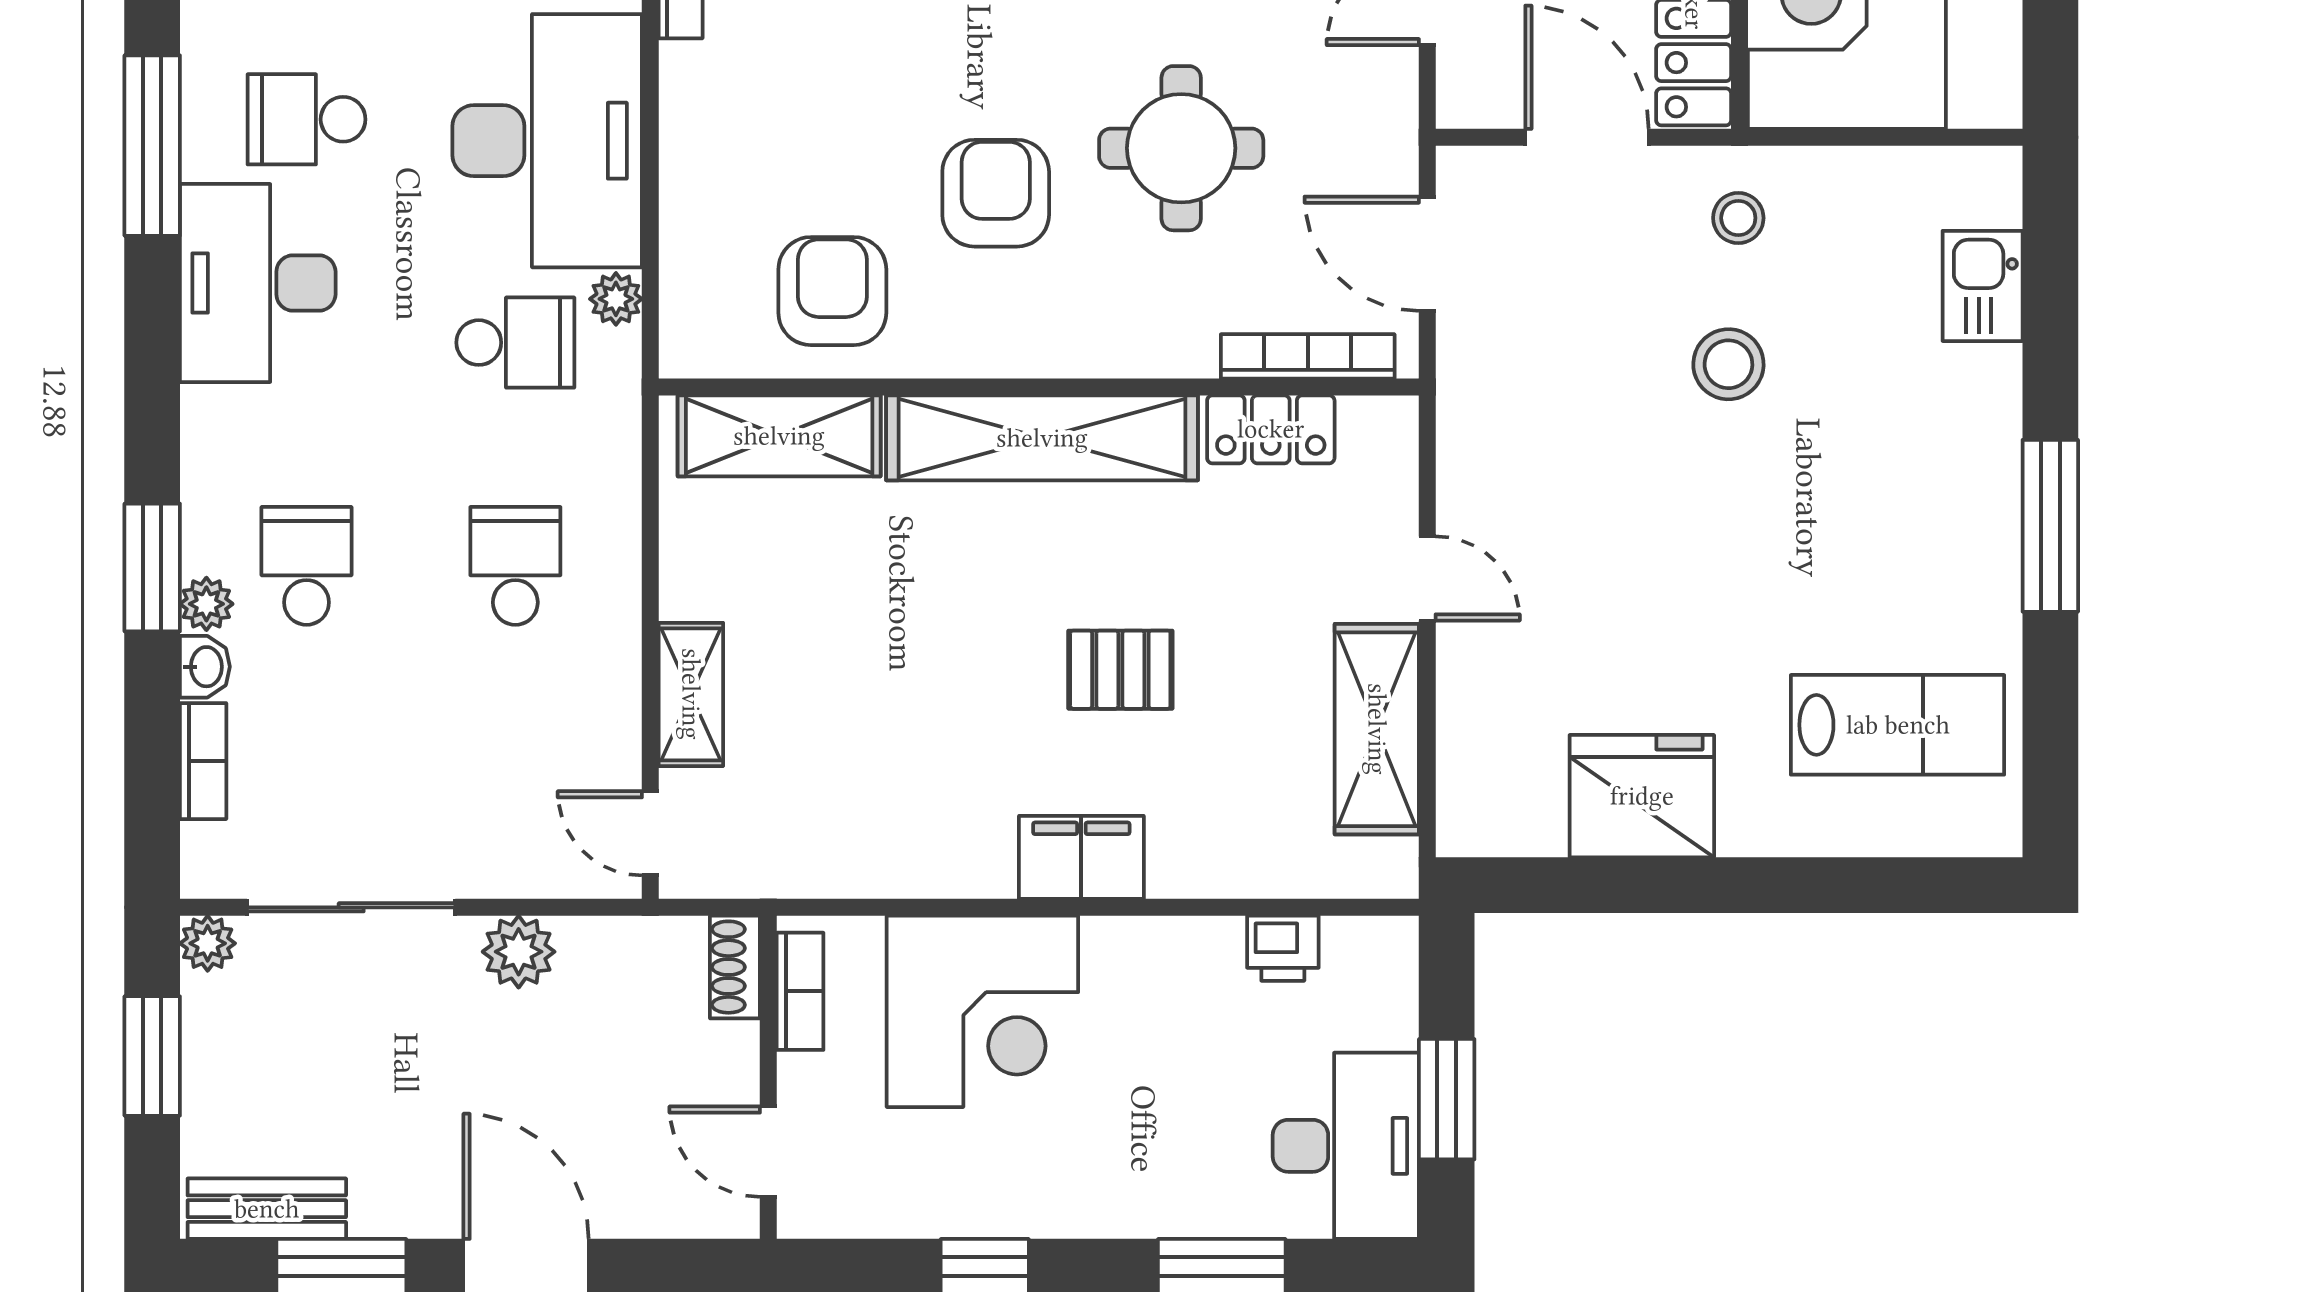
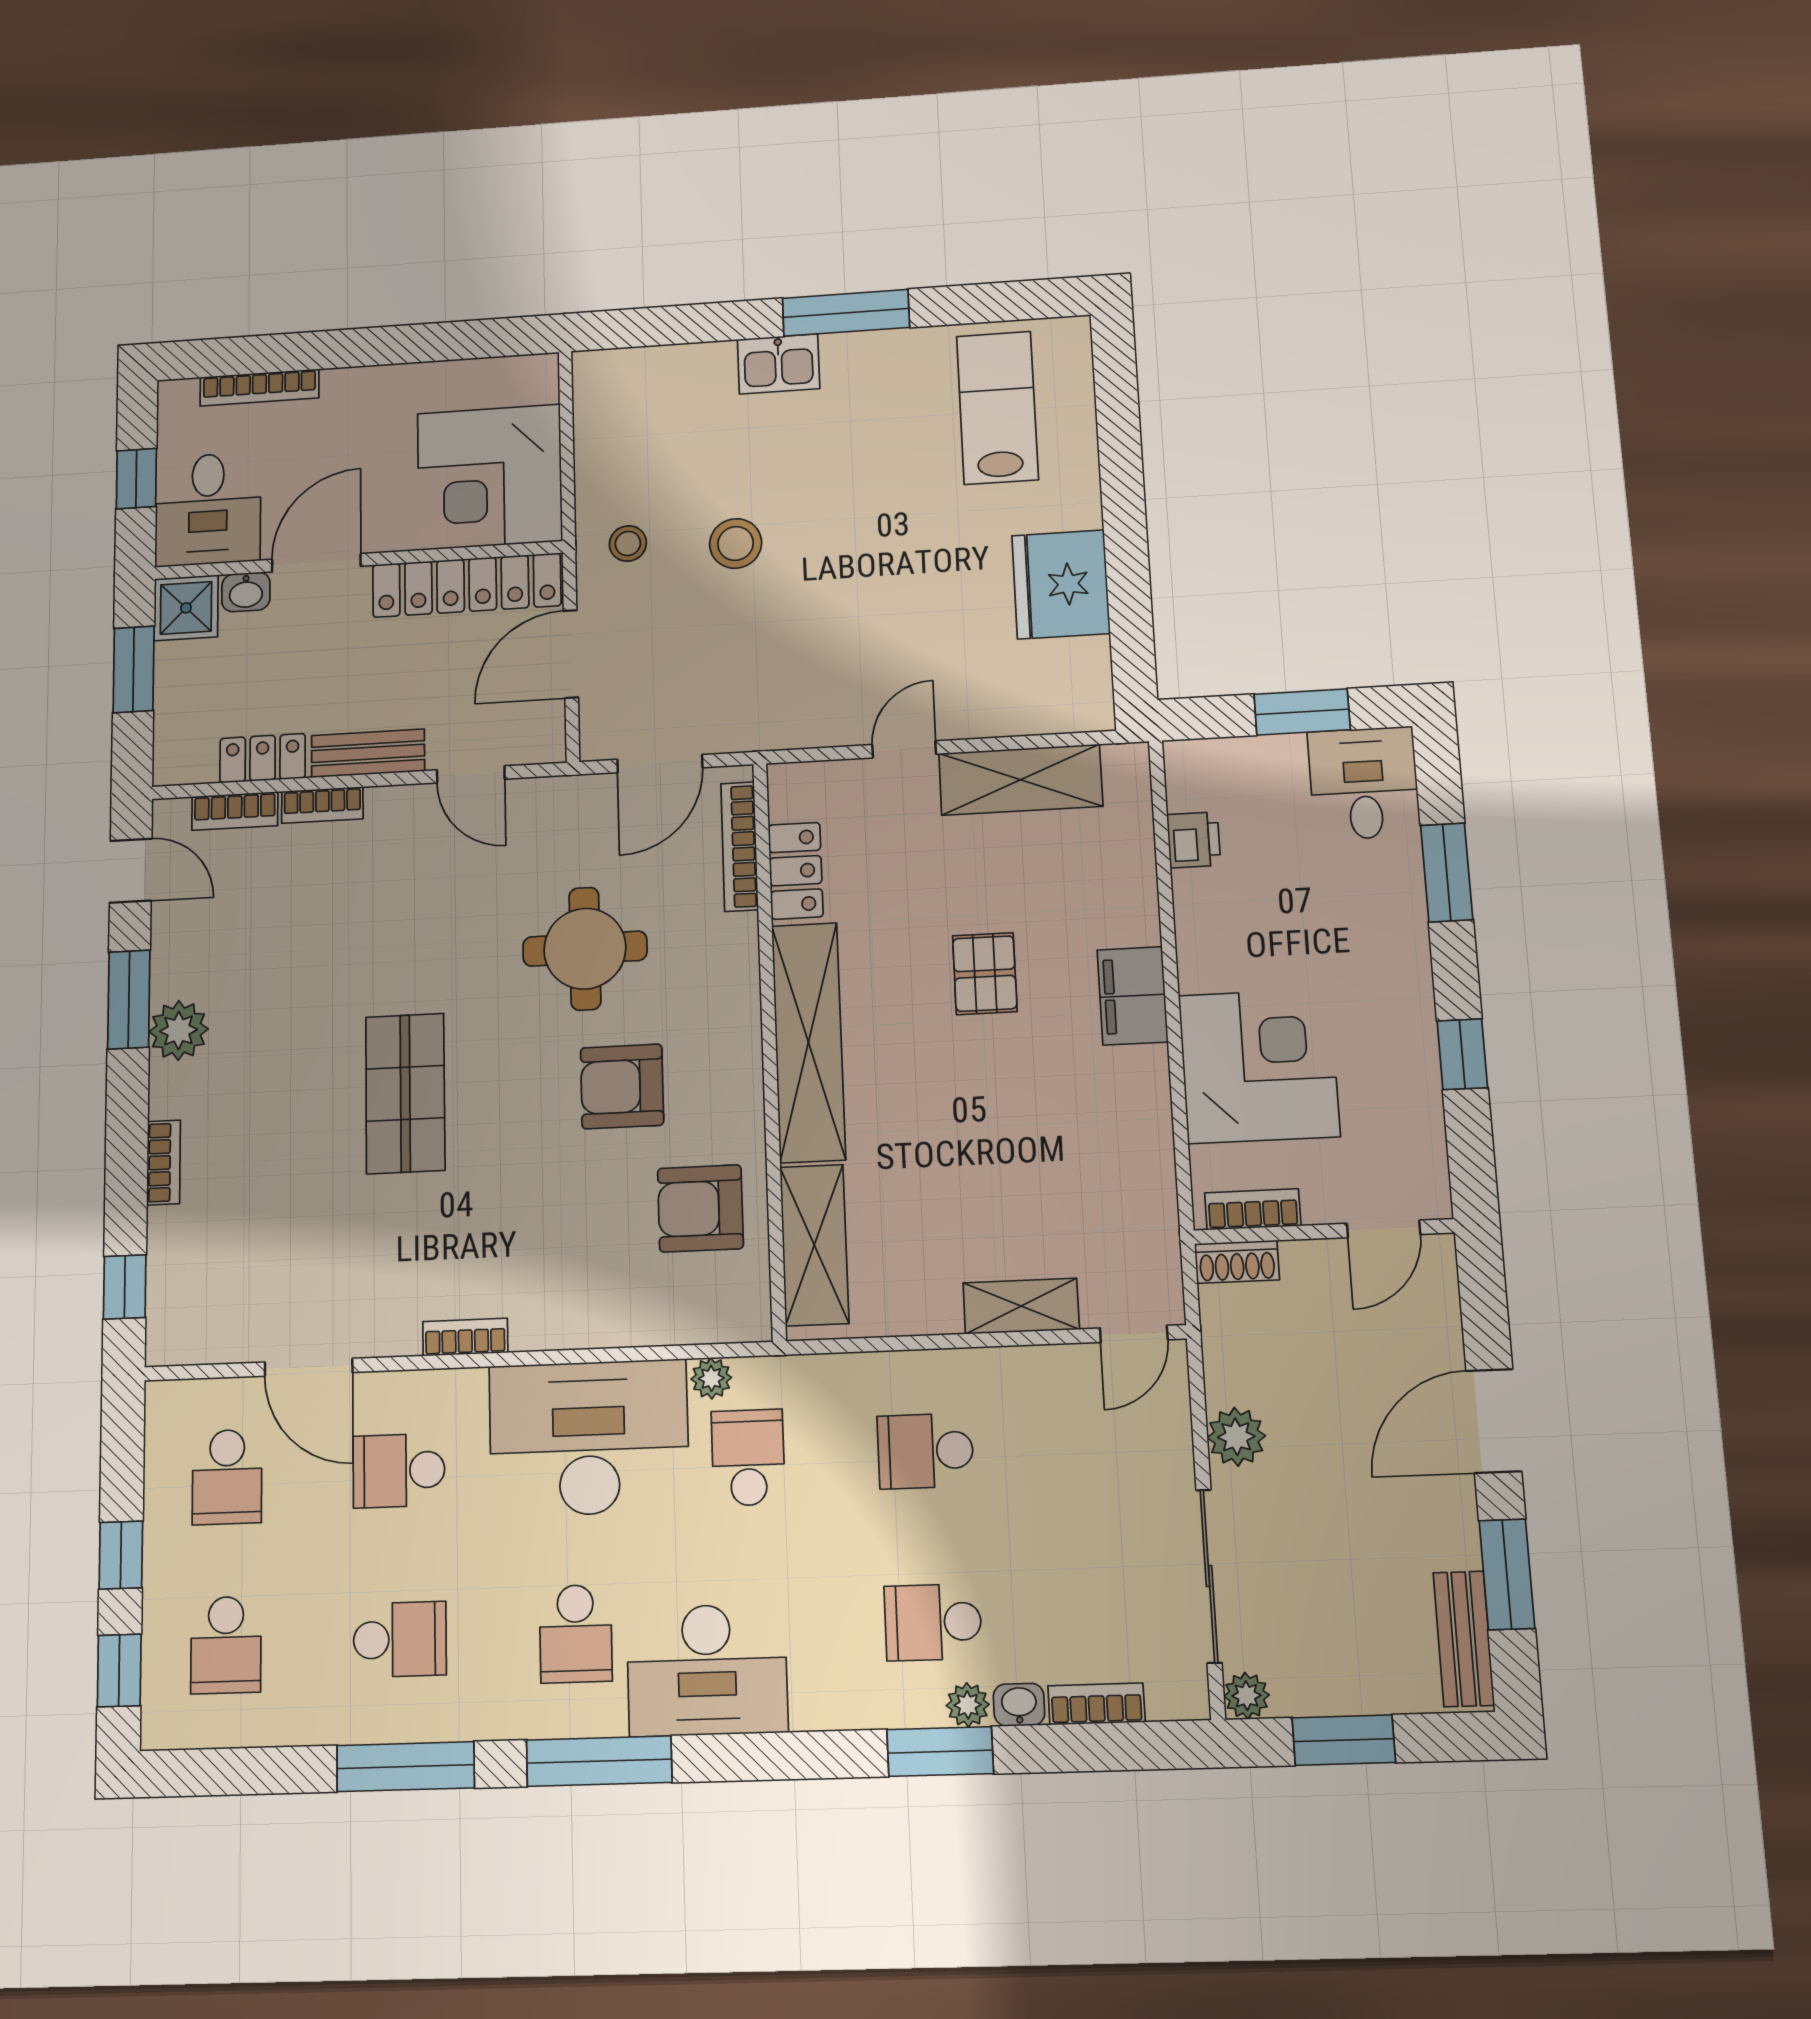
kitchen sink: (1983, 286) -> (779, 364), moved
desk: (1346, 1146) -> (1364, 783), width x0.73

